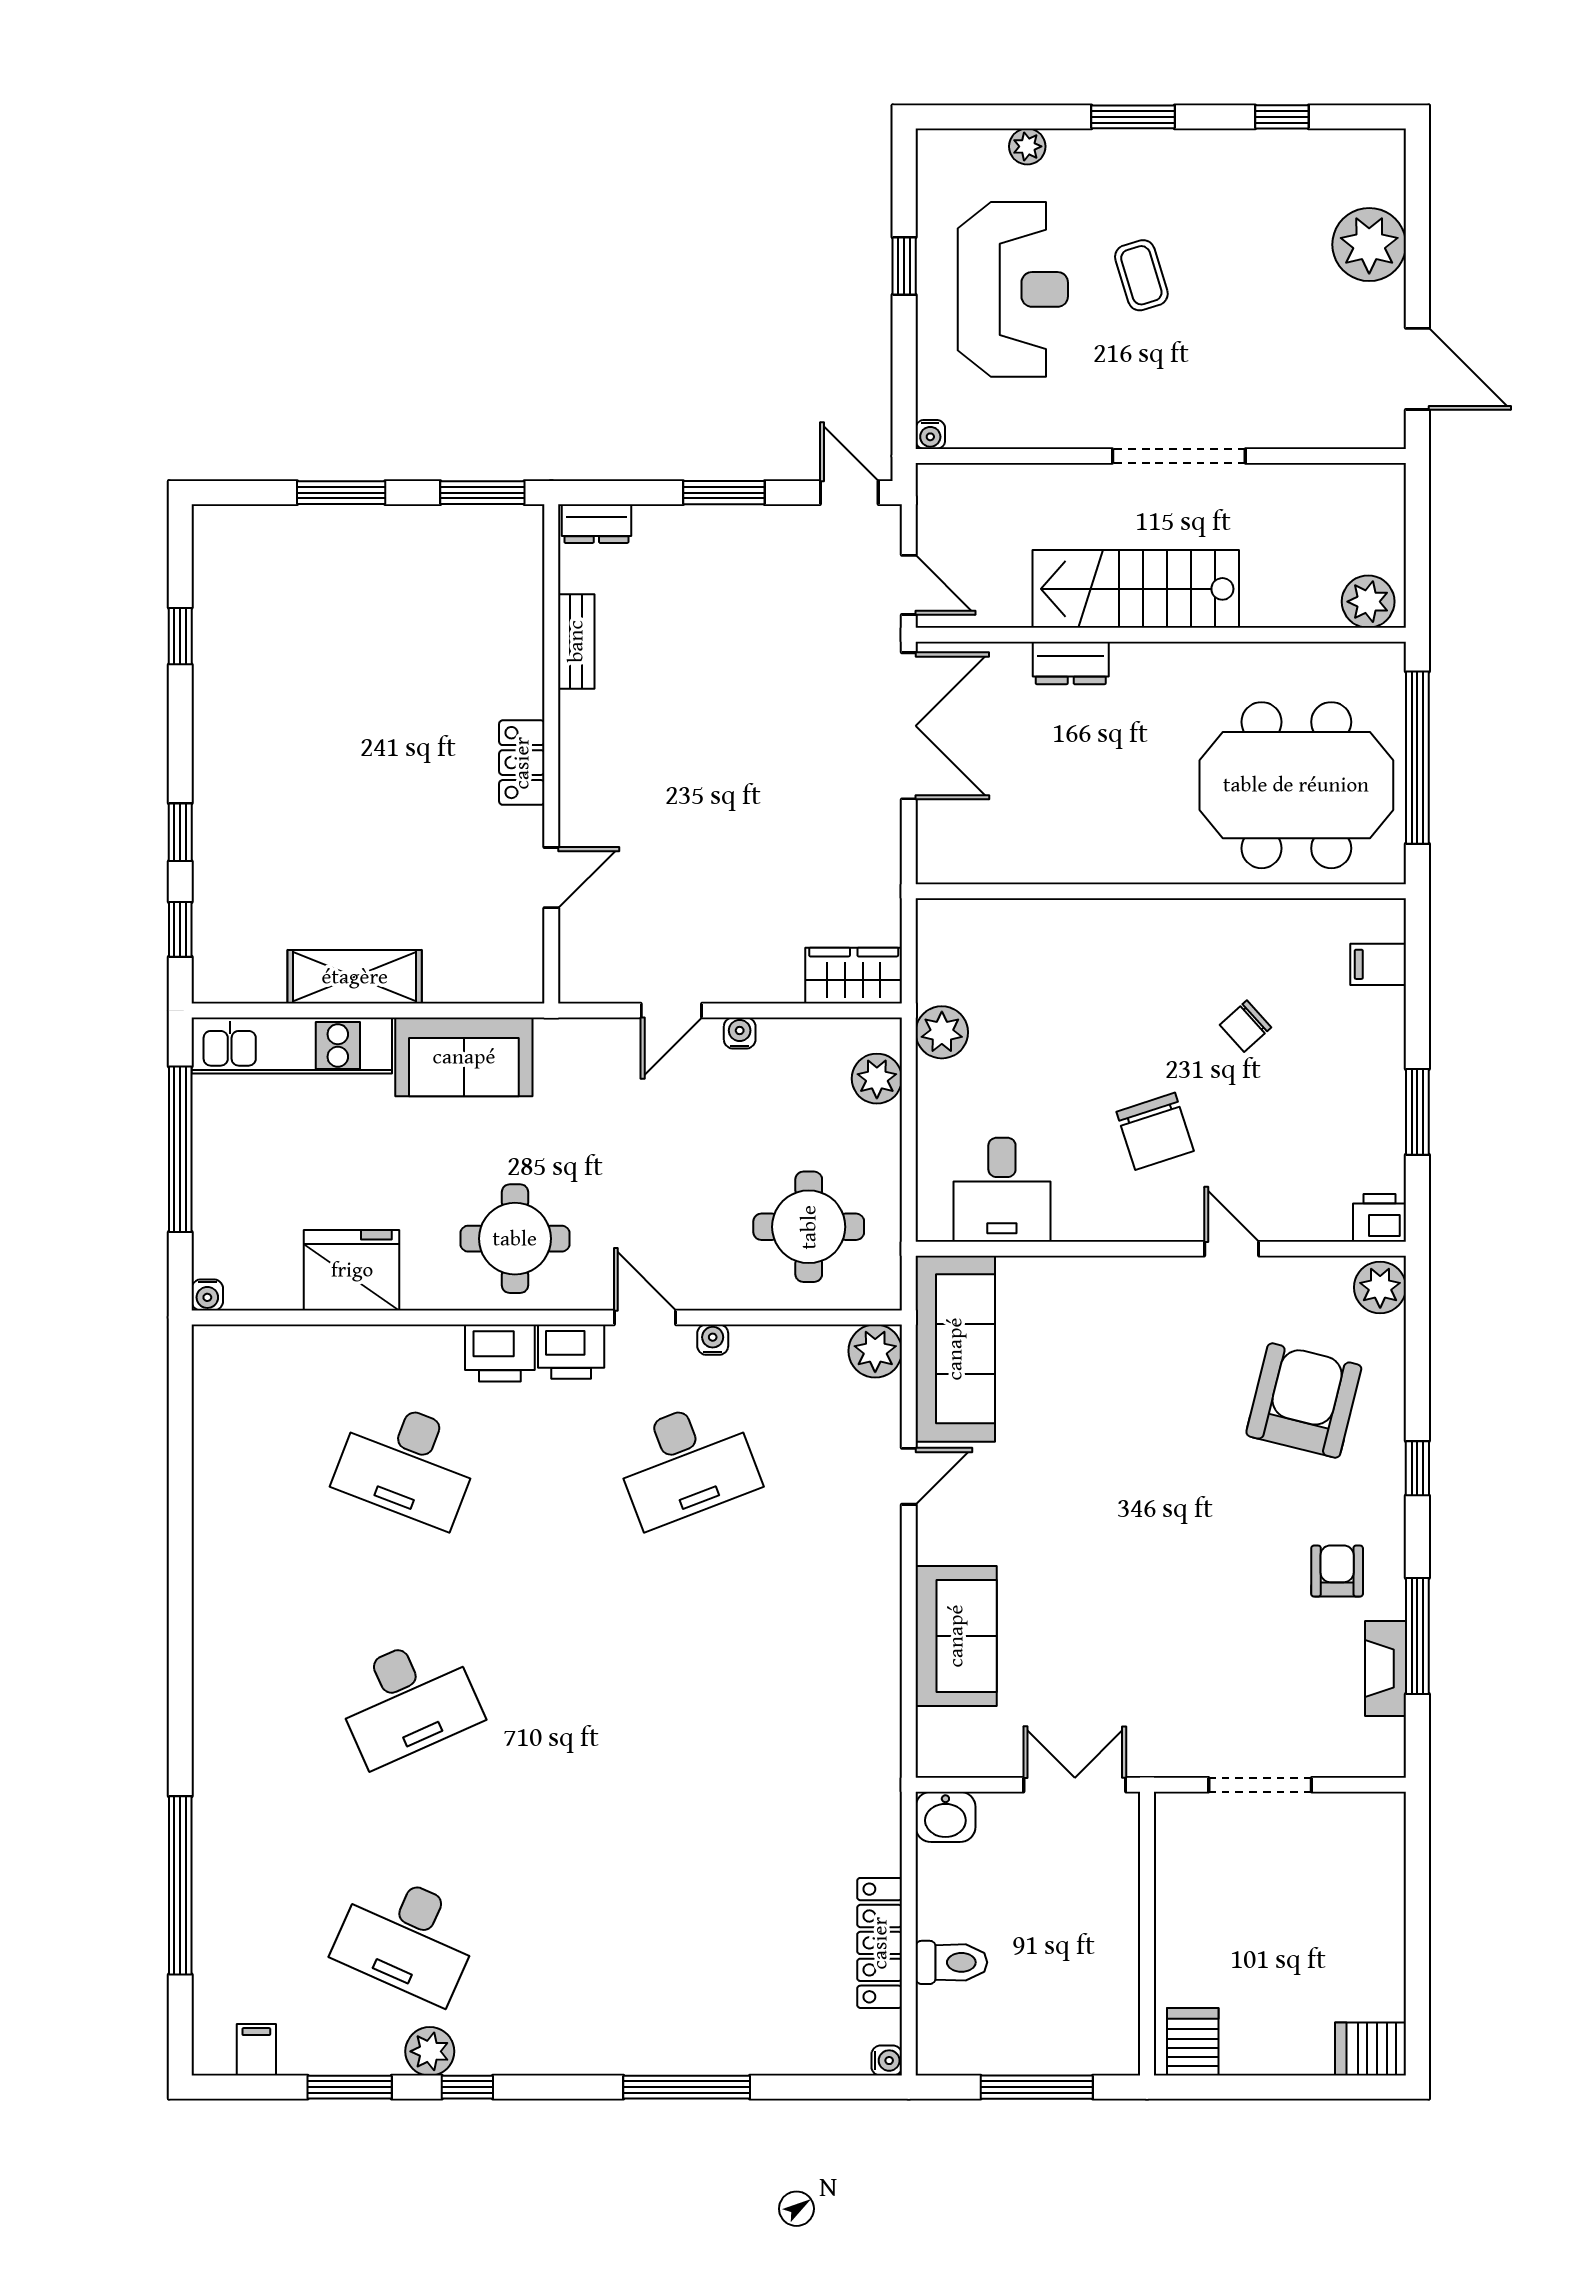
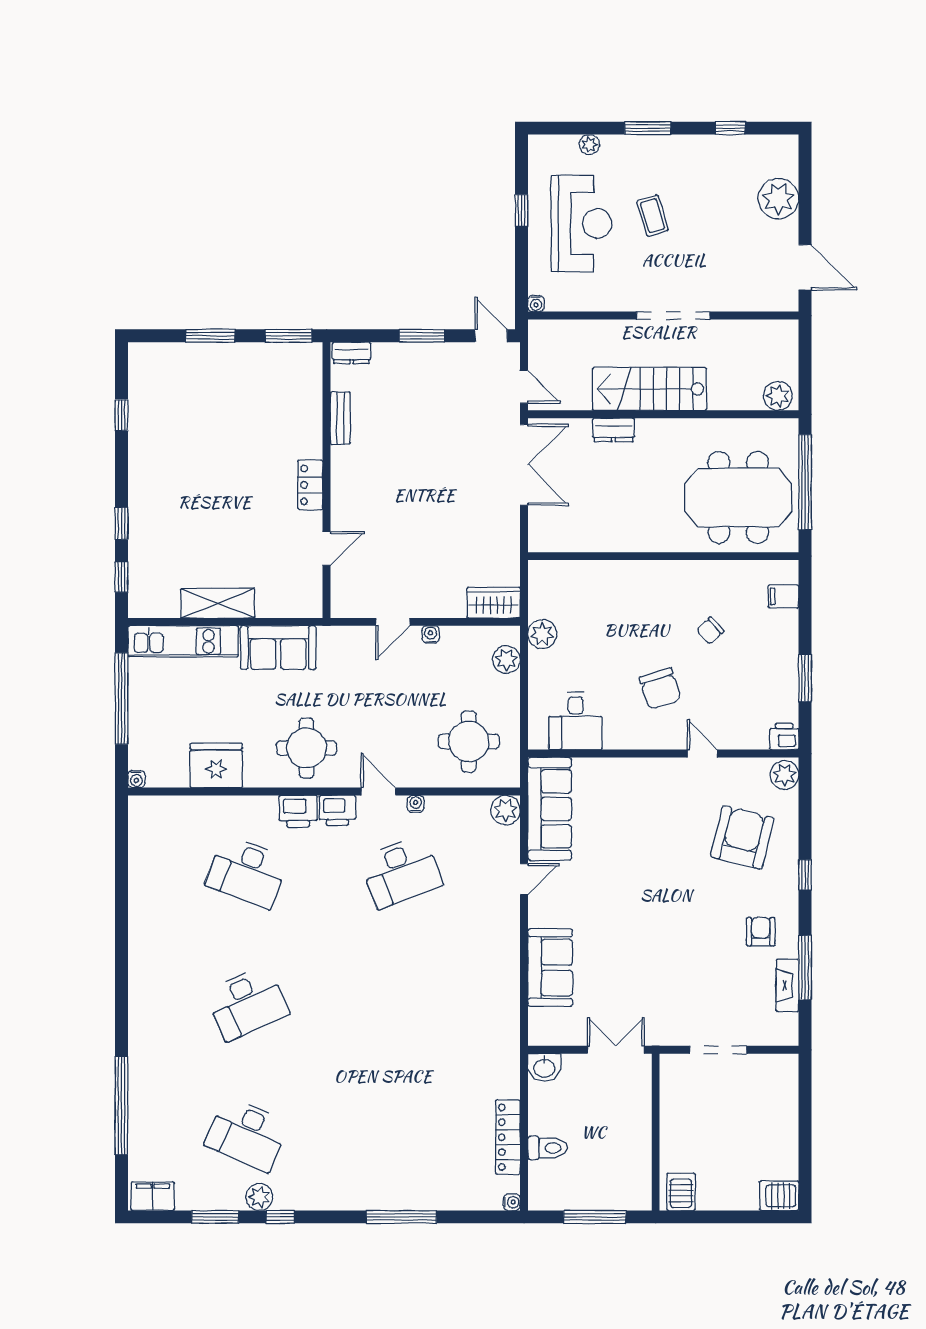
filing cabinet: (256, 2050) -> (153, 1196), width x2.00

